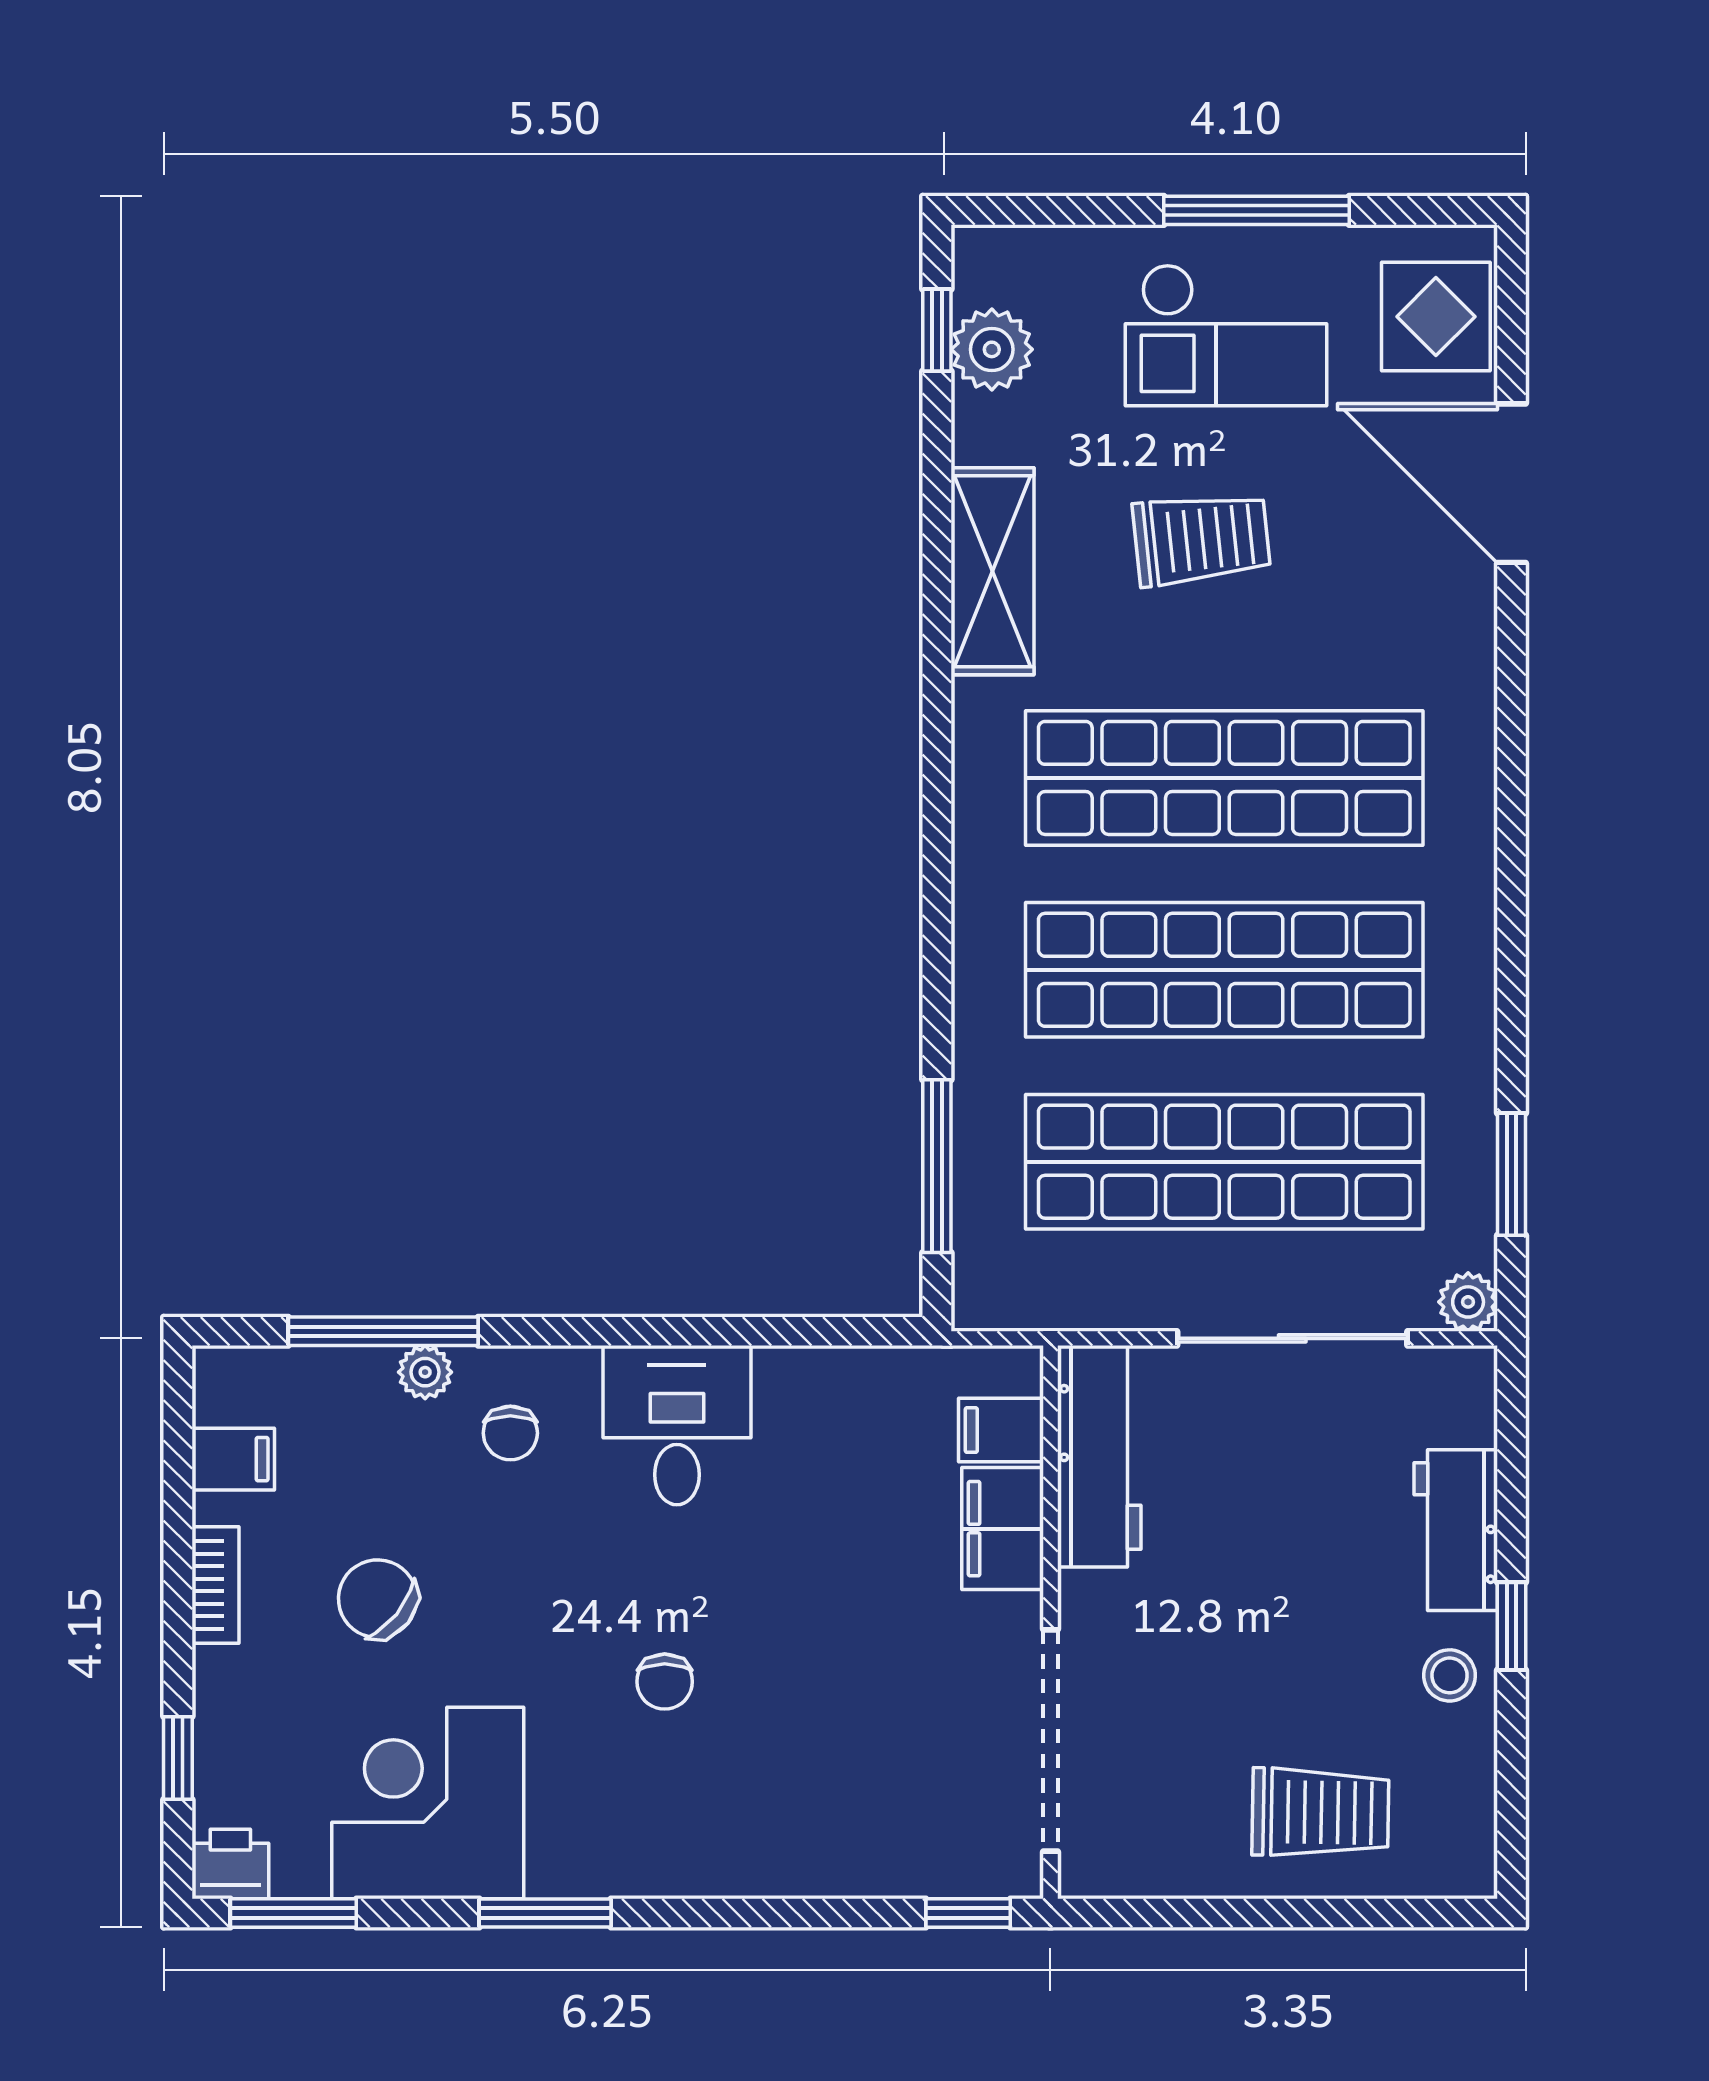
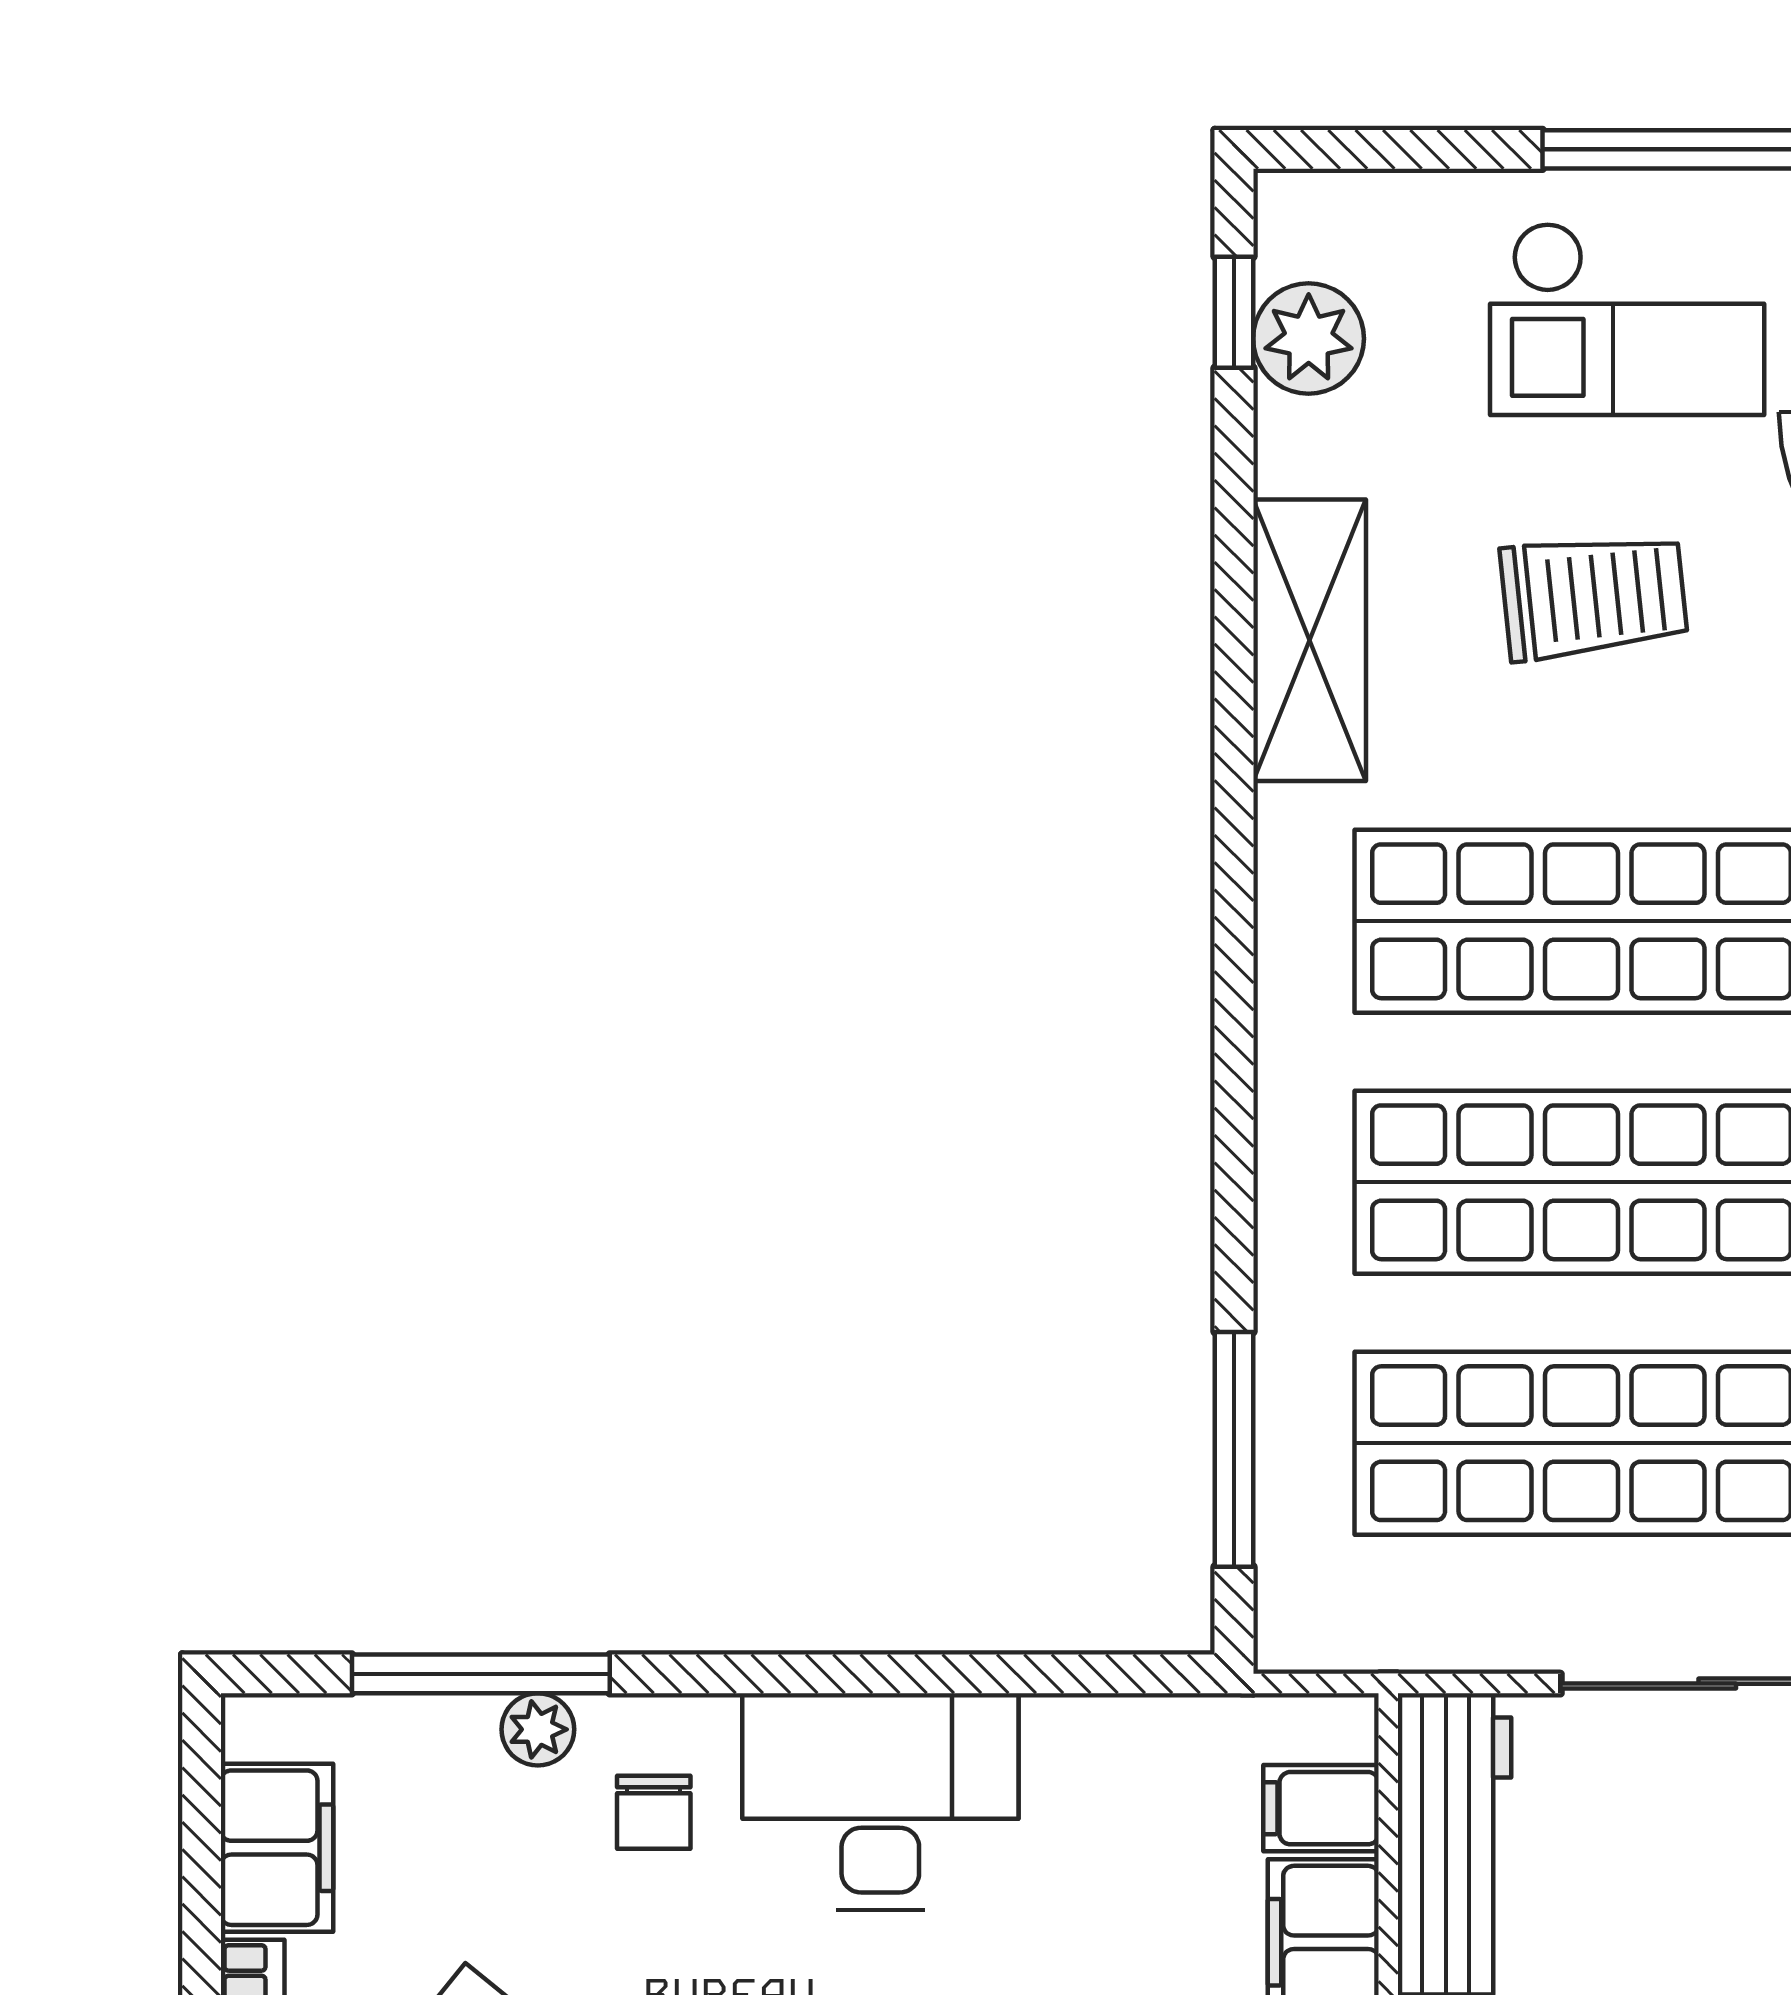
desk: (677, 1425) -> (880, 1802), width x1.37
filing cabinet: (233, 1459) -> (277, 1848), width x2.00

